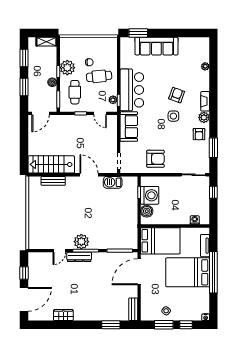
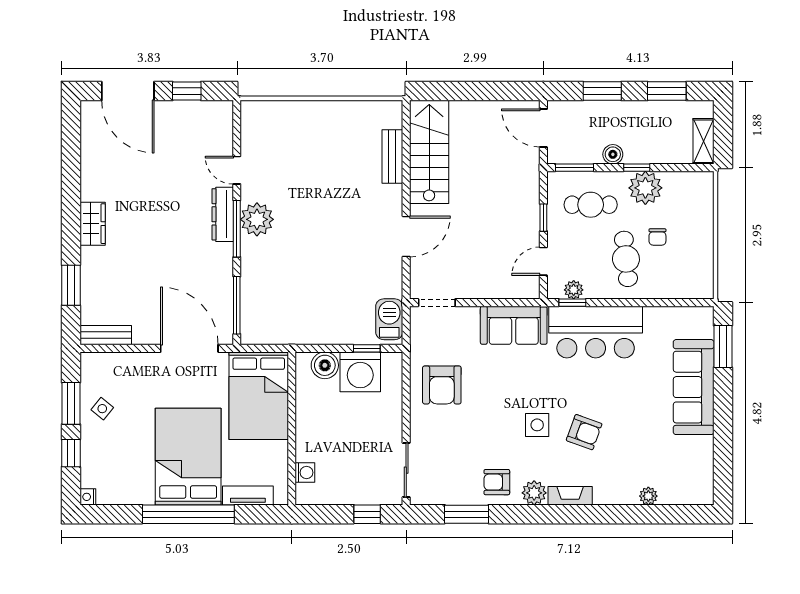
barbecue: (113, 182) -> (389, 319), moved
wardrobe: (63, 315) -> (93, 224), moved

